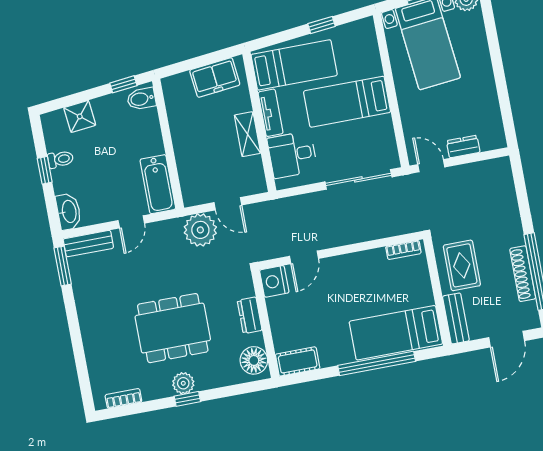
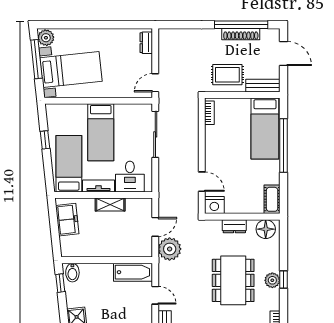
dresser: (463, 147) -> (146, 43), moved

